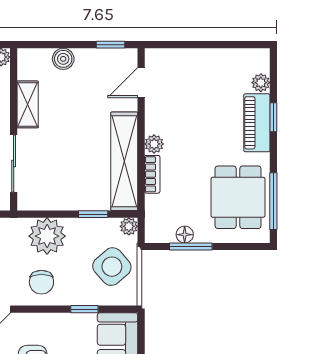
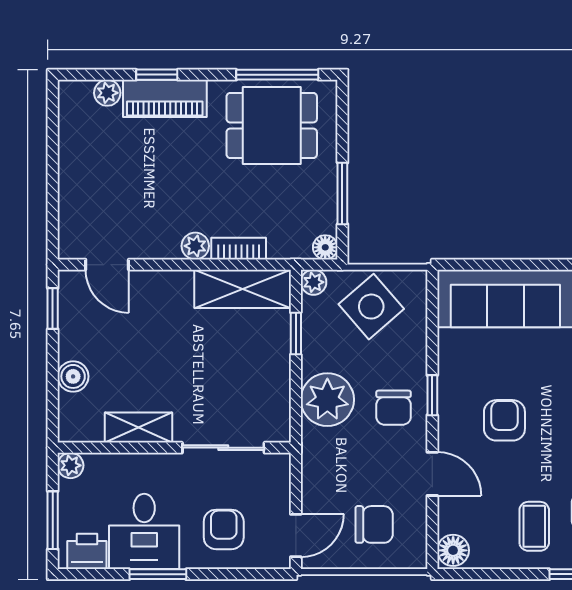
shelving: (124, 161) -> (243, 289), width x0.68
floor lamp: (185, 235) -> (325, 247), moved
chair: (41, 282) -> (394, 408), turned 90
window: (84, 309) -> (432, 395), moved

